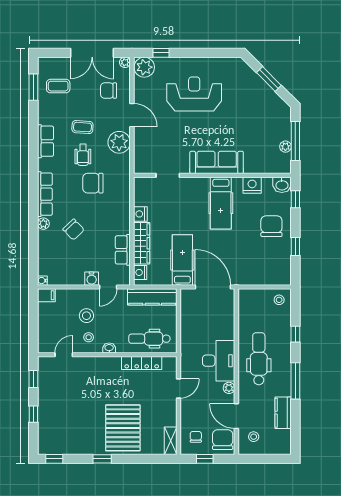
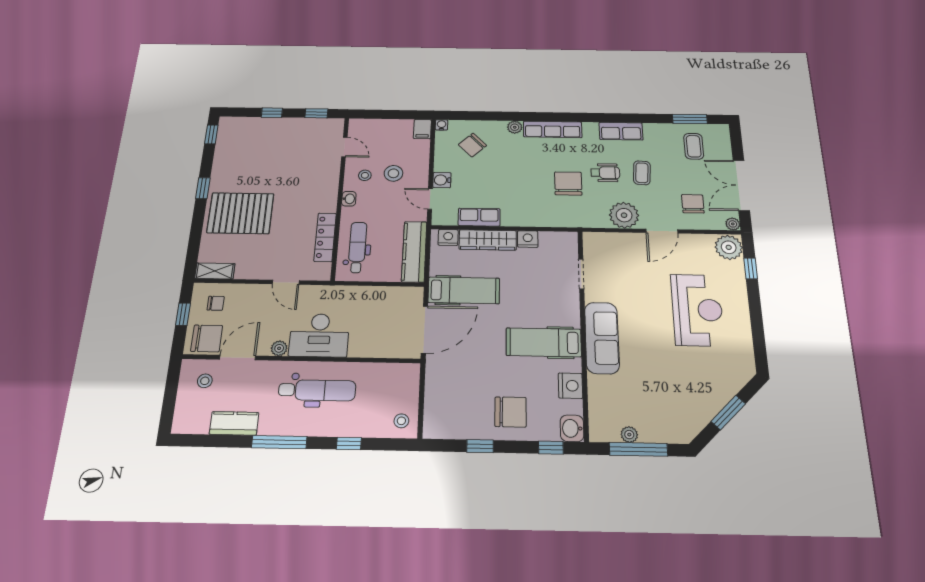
wheelchair: (83, 155) -> (605, 173), turned 180
chair: (74, 230) -> (472, 145), moved

